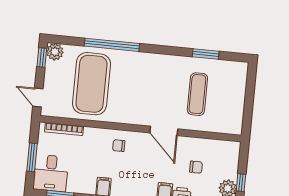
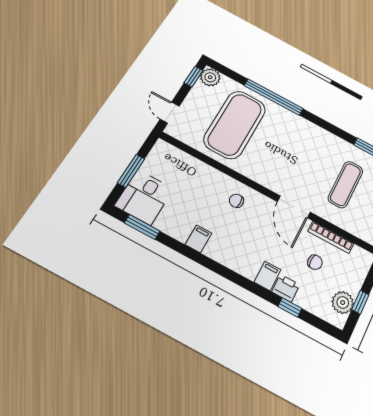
bookcase: (64, 129) -> (331, 237), moved

